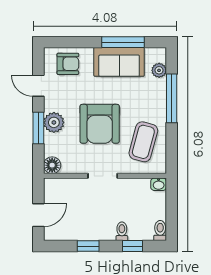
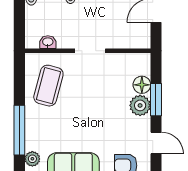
armchair: (100, 124) -> (93, 104), removed
floor lamp: (52, 165) -> (142, 85), moved
washbasin: (159, 184) -> (48, 42), moved

